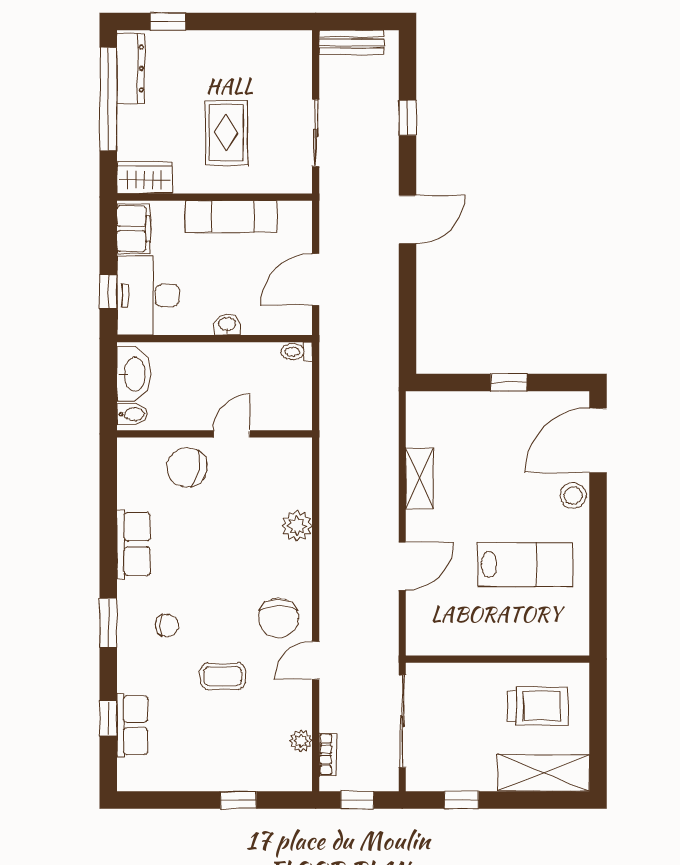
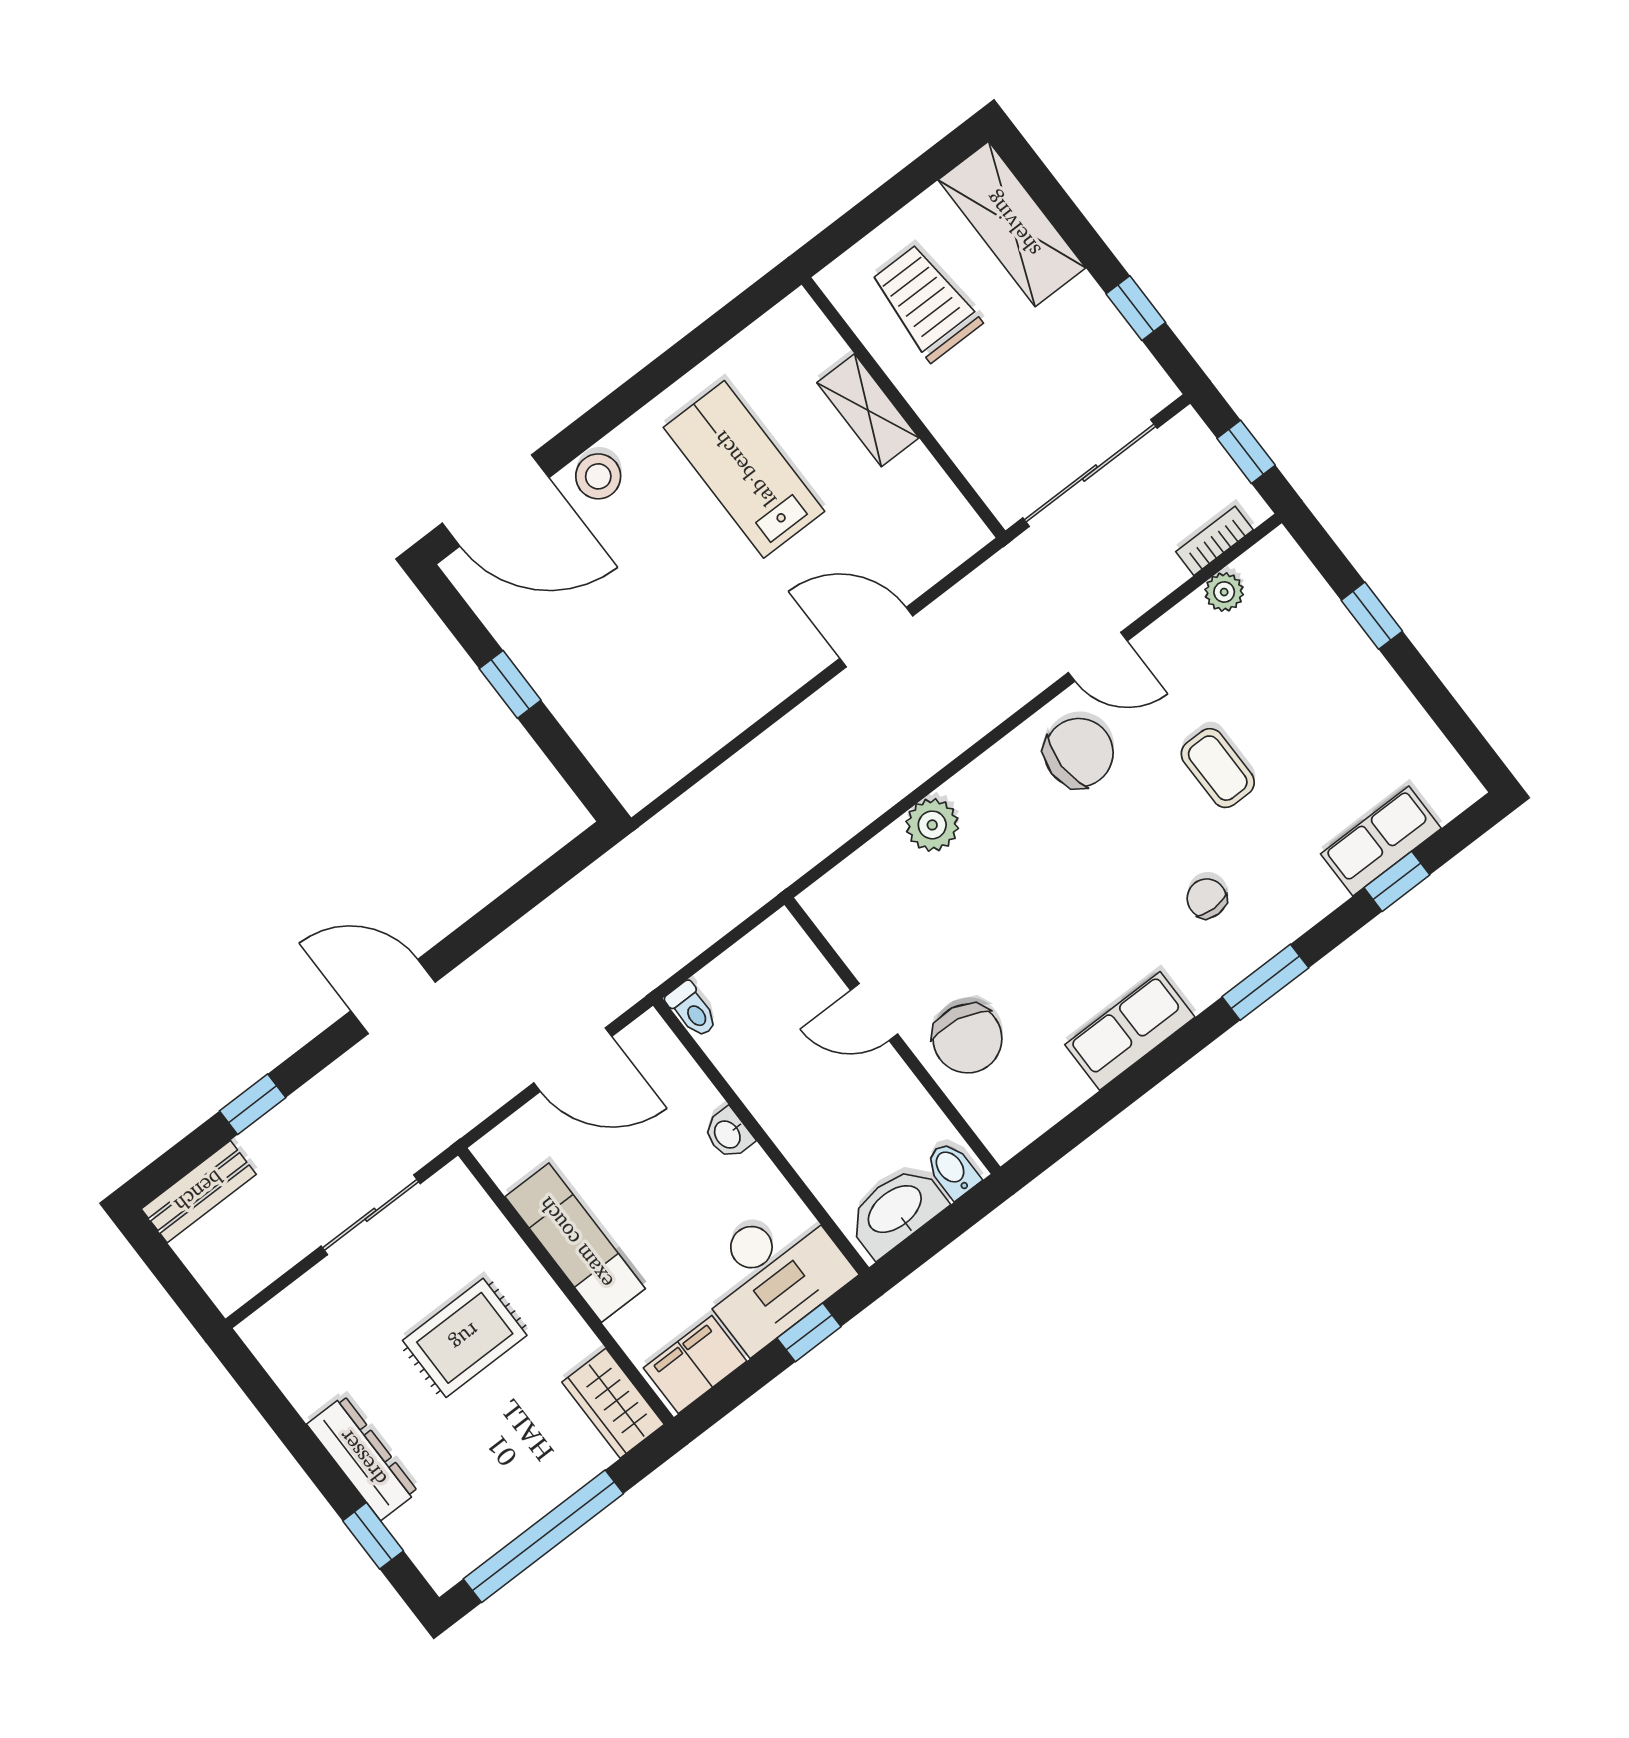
bench: (351, 43) -> (199, 1192), moved, turned 90
dresser: (131, 68) -> (362, 1458), moved, turned 90
shelving: (419, 479) -> (868, 410), moved, turned 90

